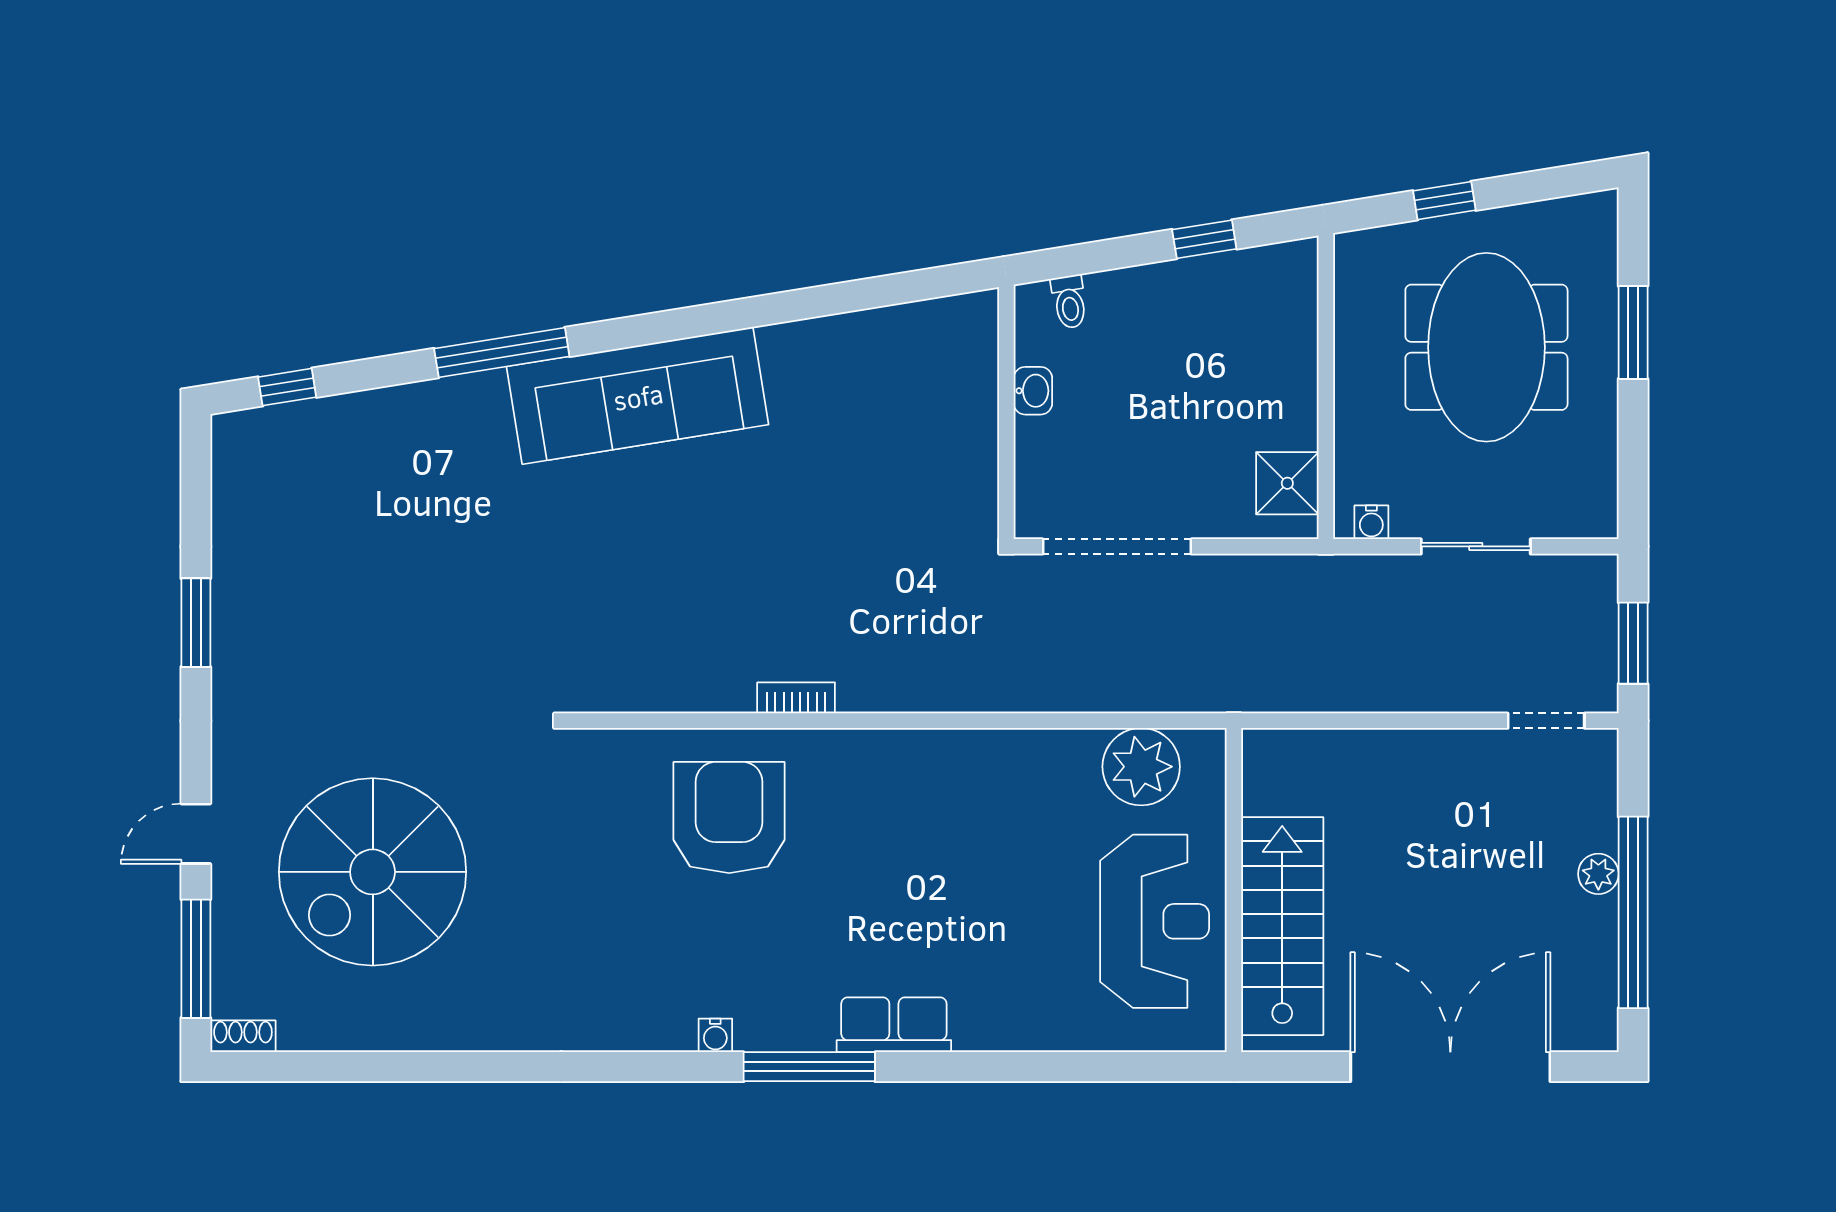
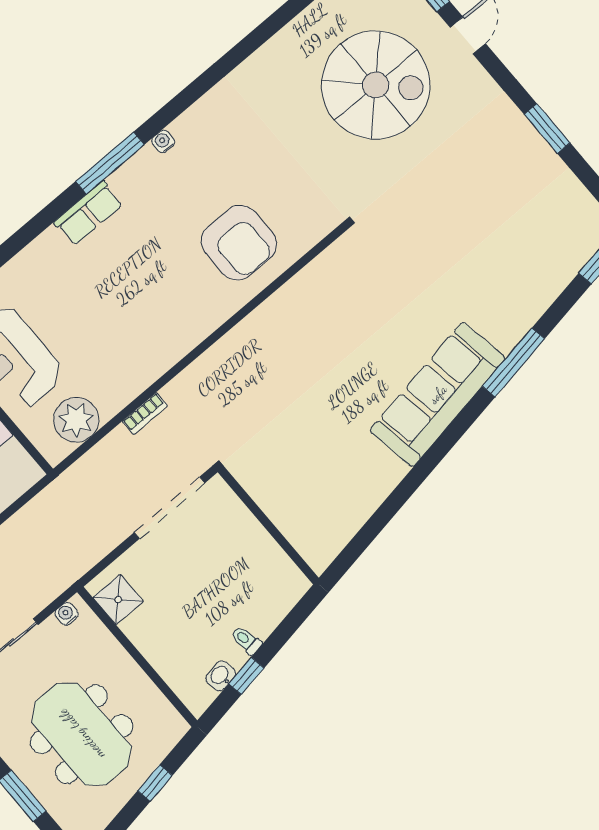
toilet: (1069, 302) -> (246, 640), moved
washbasin: (1033, 391) -> (221, 676), moved, turned 81
bookcase: (796, 698) -> (145, 414), moved
spiral stairs: (373, 872) -> (376, 85), turned 90

